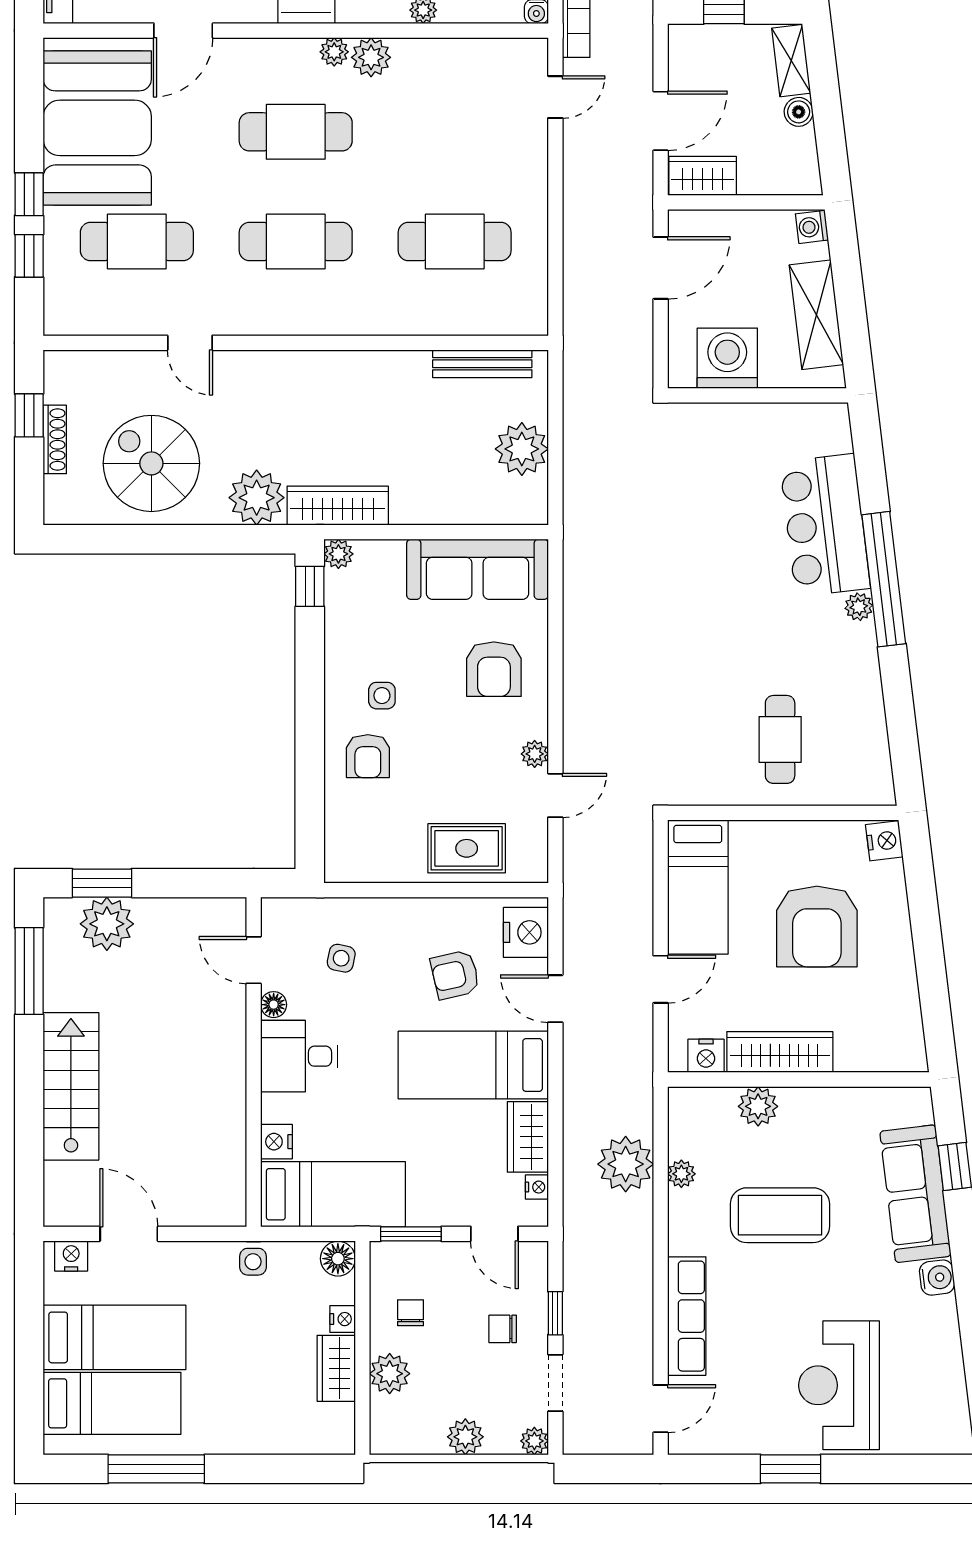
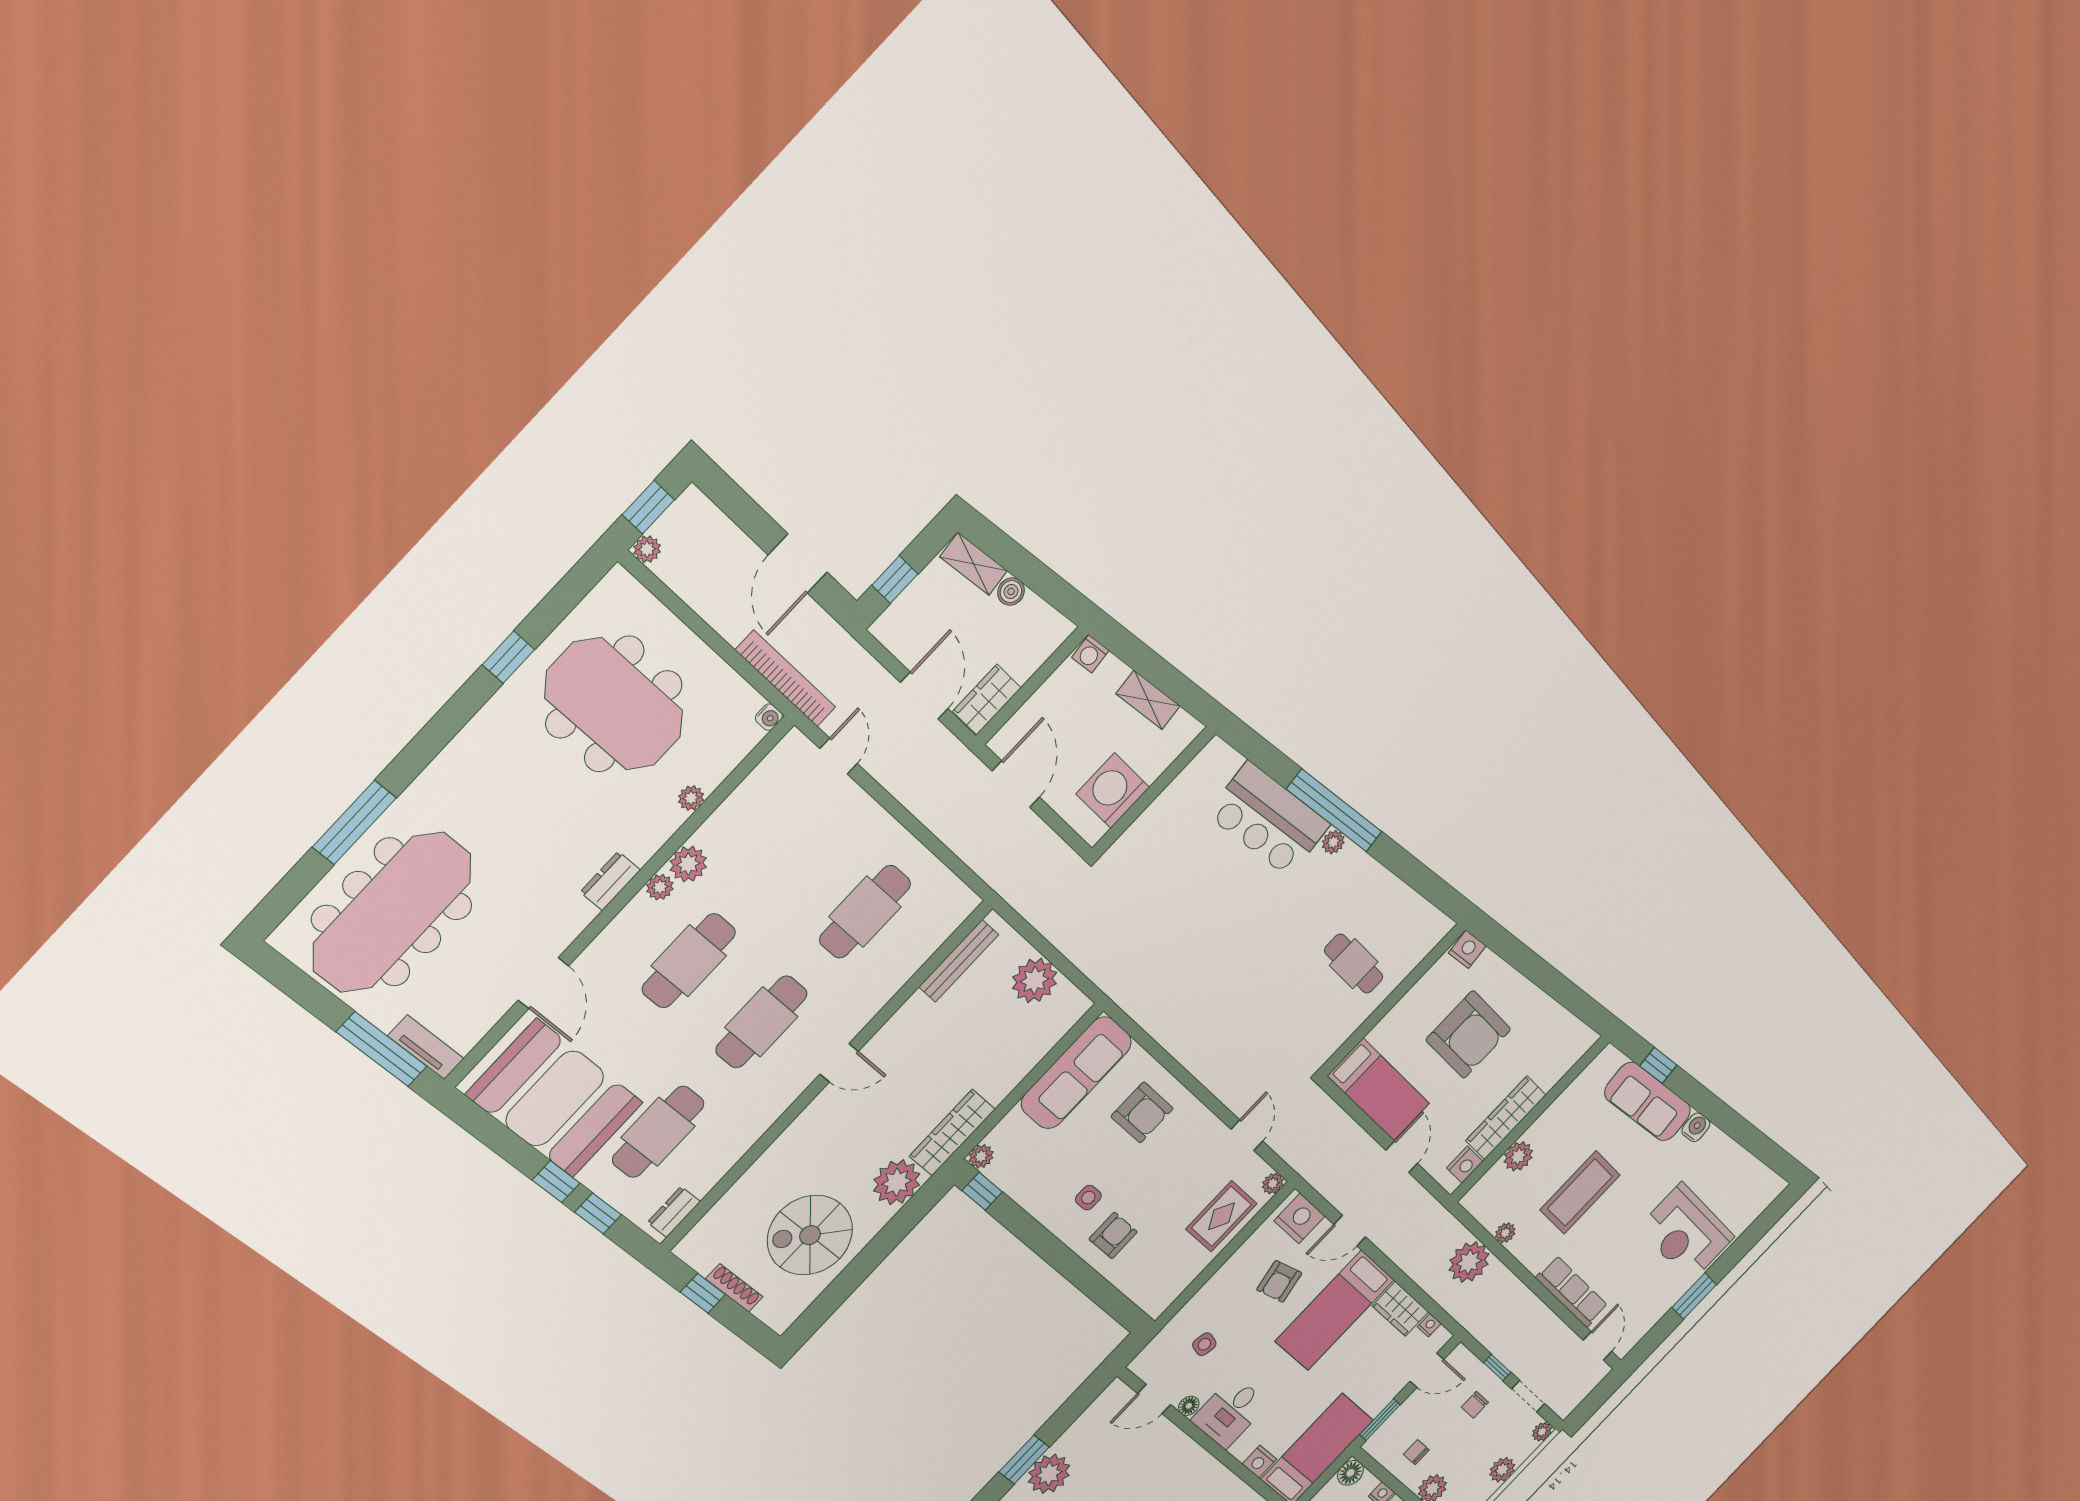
shelving: (816, 315) -> (1148, 700), width x0.67, depth x0.75
dresser: (80, 321) -> (674, 1212), added
door: (190, 343) -> (839, 1063), moved
plant: (535, 754) -> (1273, 1184), moved
armchair: (368, 756) -> (1113, 1235), turned -90

